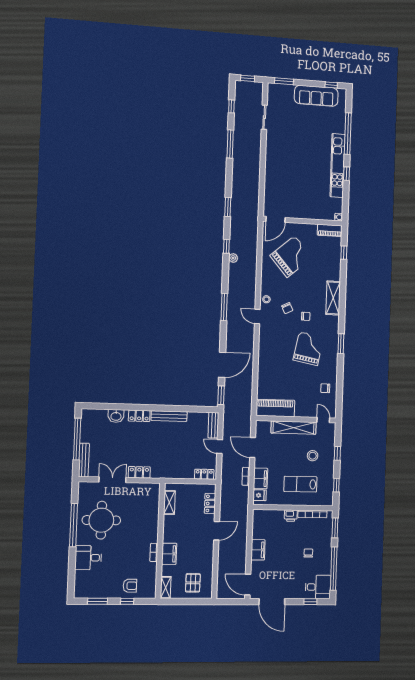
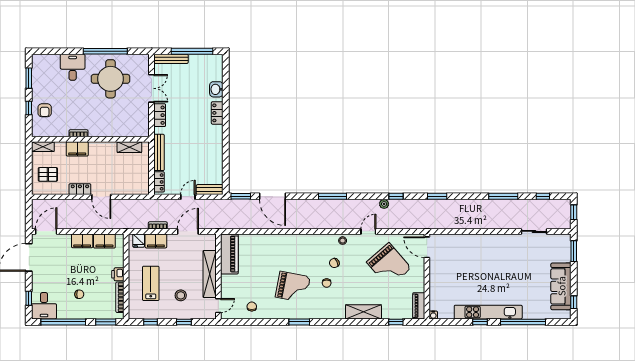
shelving: (333, 298) -> (363, 312), moved
door: (257, 316) -> (368, 231), moved
bench: (169, 416) -> (159, 152), moved
locker: (210, 503) -> (80, 189), moved
filing cabinet: (259, 528) -> (104, 241), added

